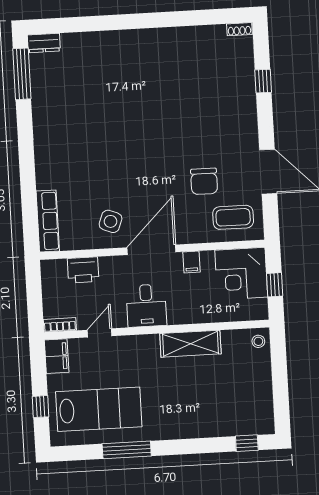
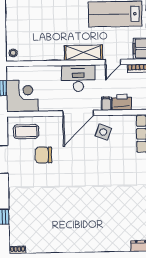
chair: (204, 181) -> (43, 155), turned -90
filing cabinet: (191, 262) -> (106, 104), moved
desk: (146, 306) -> (78, 78), width x1.37
shelving: (190, 344) -> (83, 53), moved

